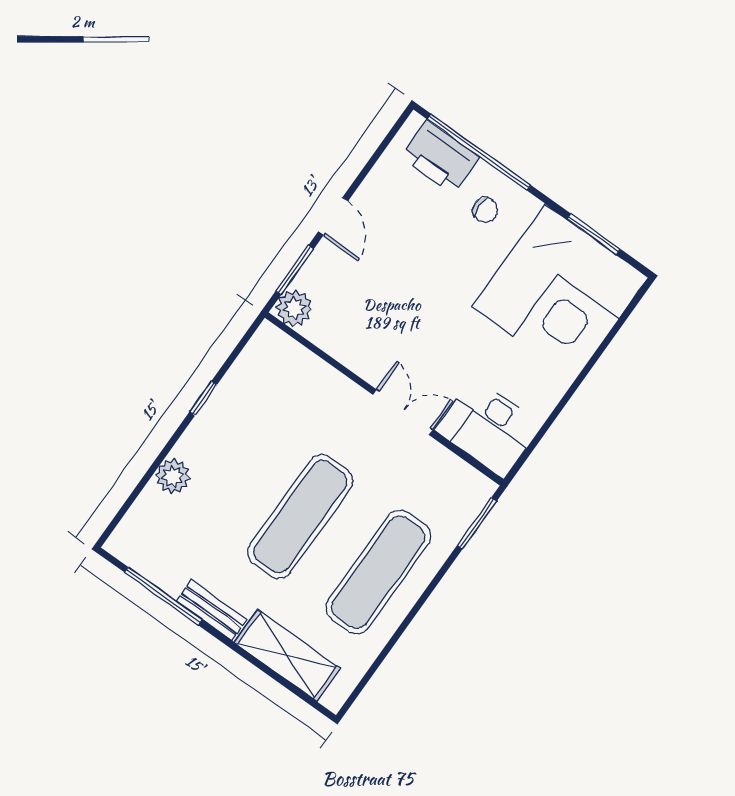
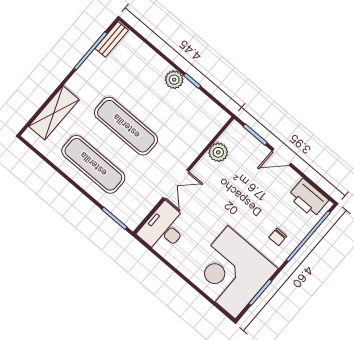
printer: (440, 157) -> (308, 198), moved, turned -90
plant: (294, 308) -> (218, 152), moved
plant: (173, 476) -> (174, 80), moved
bench: (212, 611) -> (112, 39), moved

